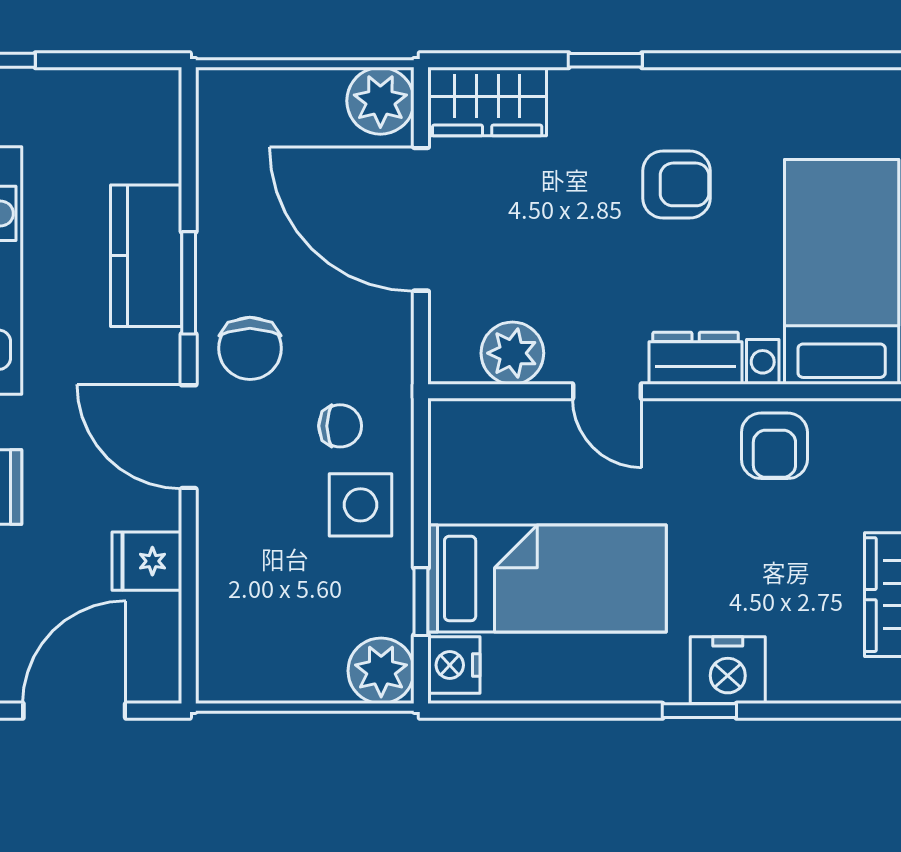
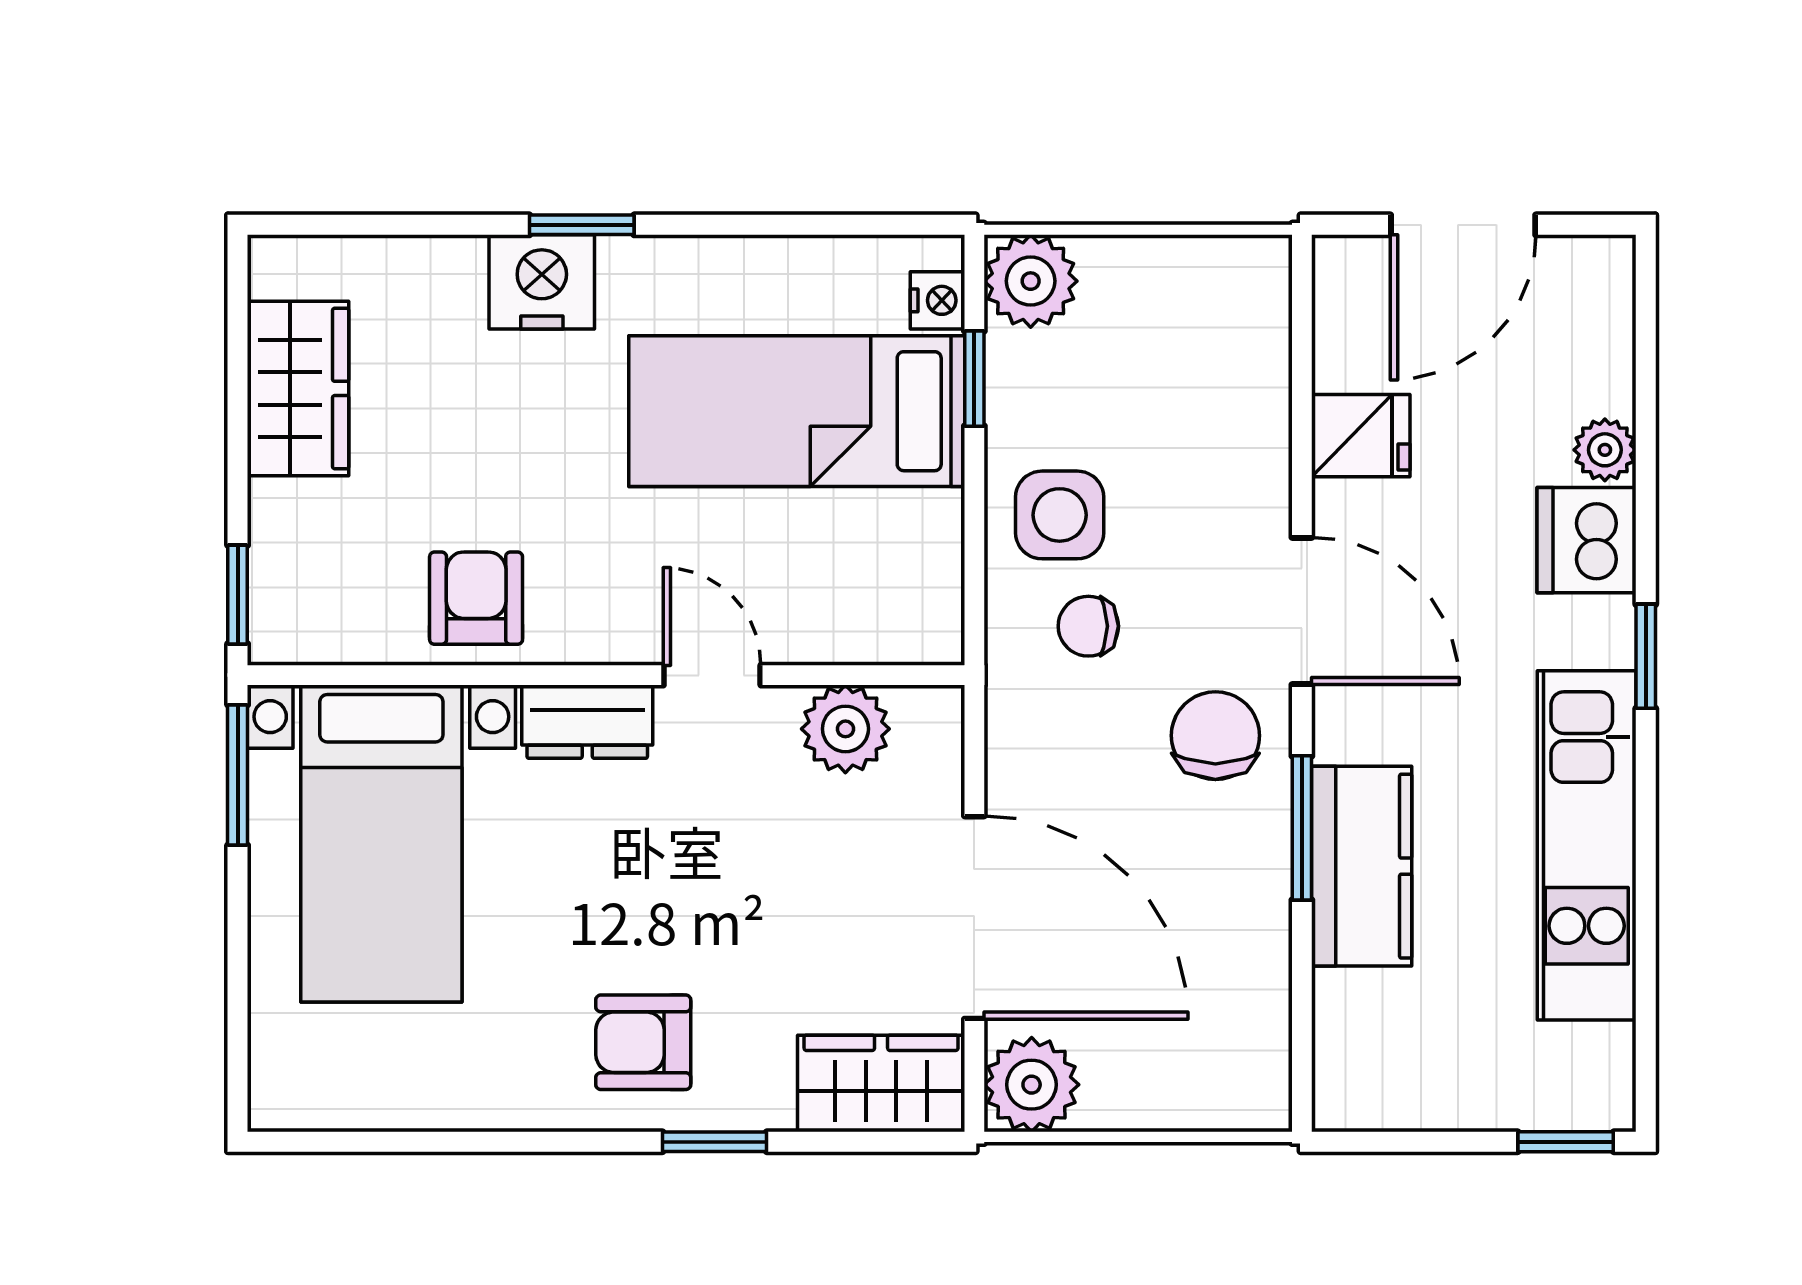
armchair: (676, 184) -> (643, 1042), moved
nightstand: (454, 665) -> (937, 300), width x0.72, depth x0.74

